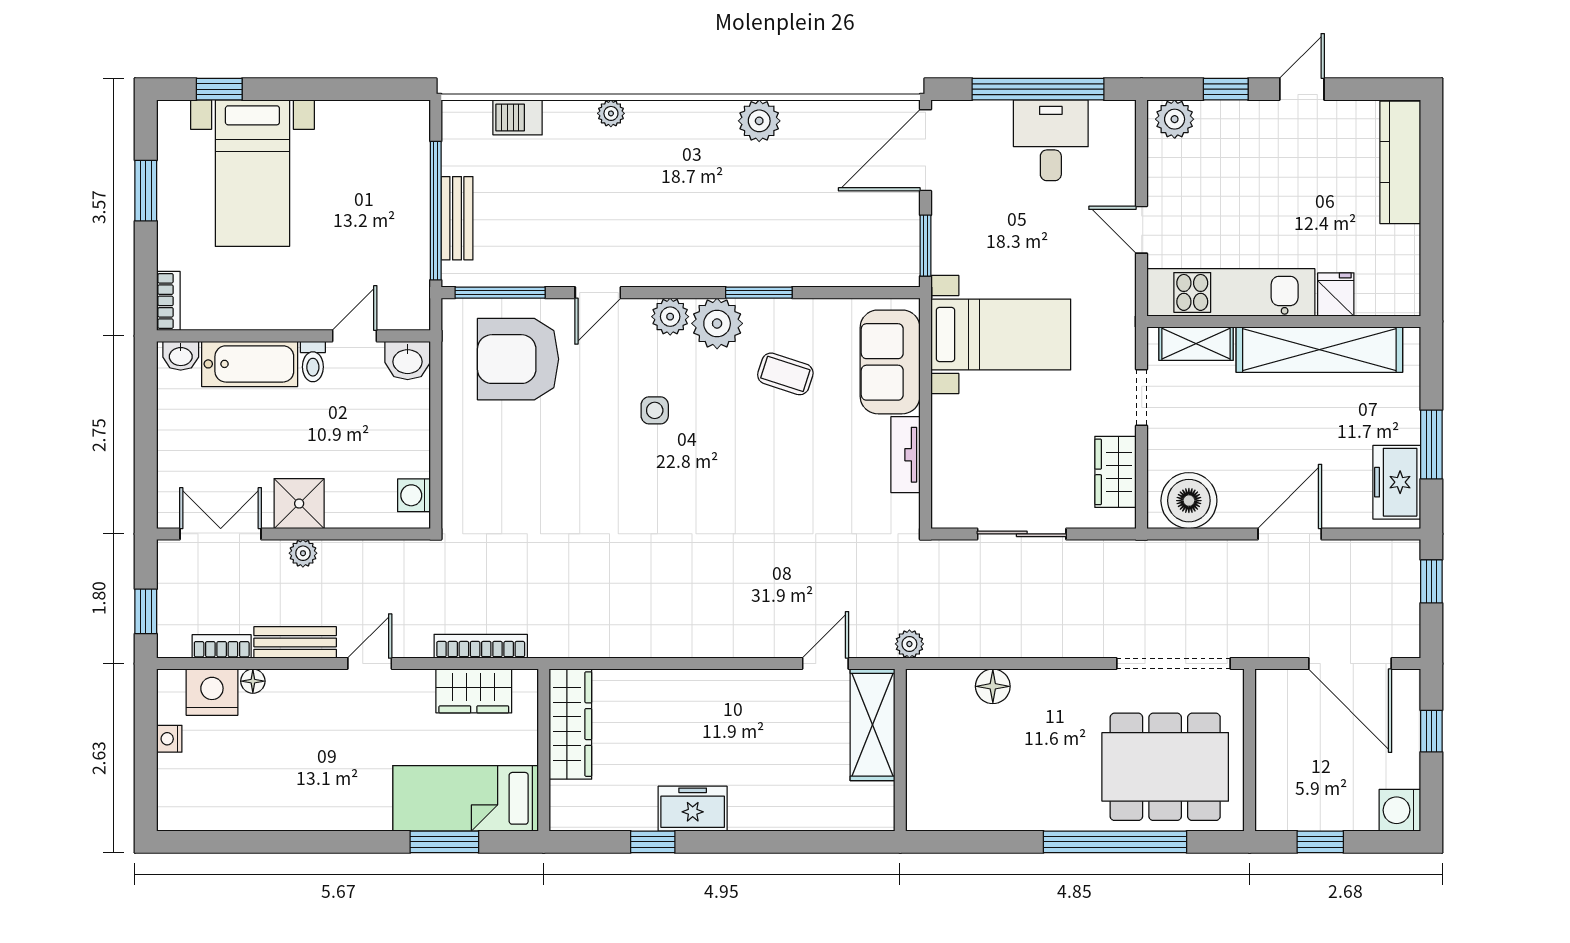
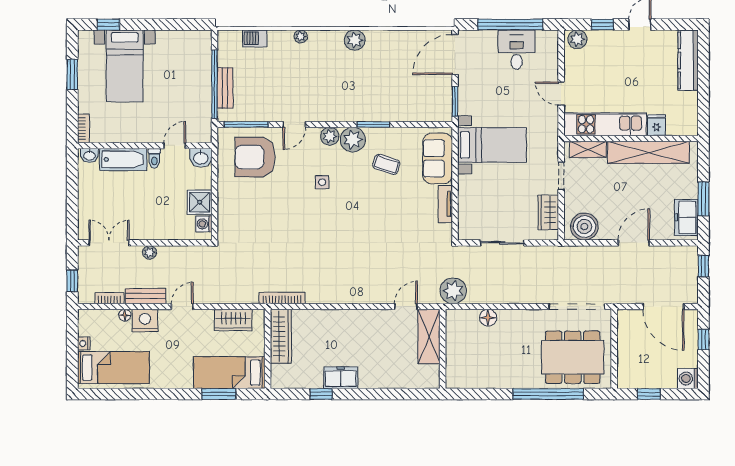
plant: (759, 121) -> (355, 40), moved
shower: (299, 504) -> (200, 202), moved
plant: (909, 644) -> (453, 291), width x1.88, depth x1.88
bookcase: (481, 646) -> (282, 298), moved
nightstand: (212, 692) -> (145, 321), moved
bed: (230, 788) -> (113, 368), added

